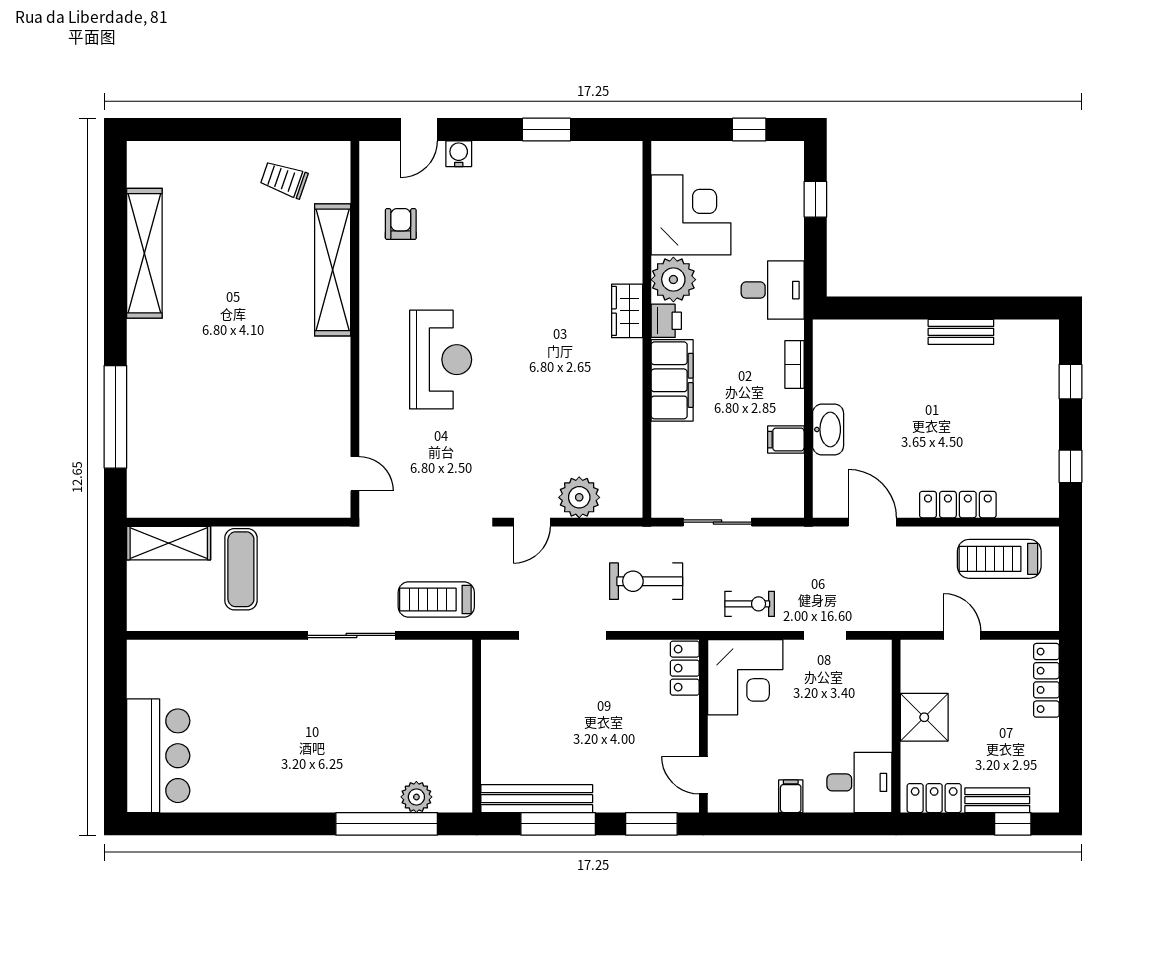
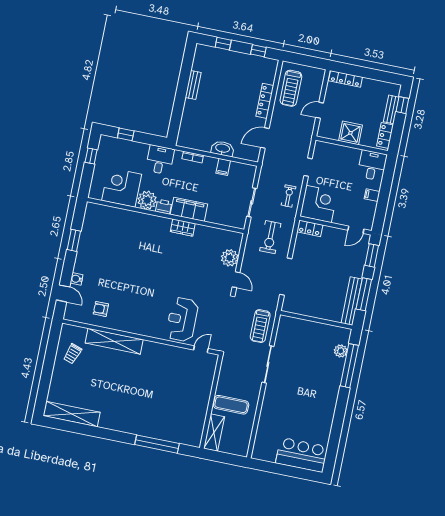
shelving: (144, 253) -> (72, 414), moved
wardrobe: (627, 311) -> (183, 228), moved
reception desk: (441, 360) -> (182, 319), moved, turned -90

